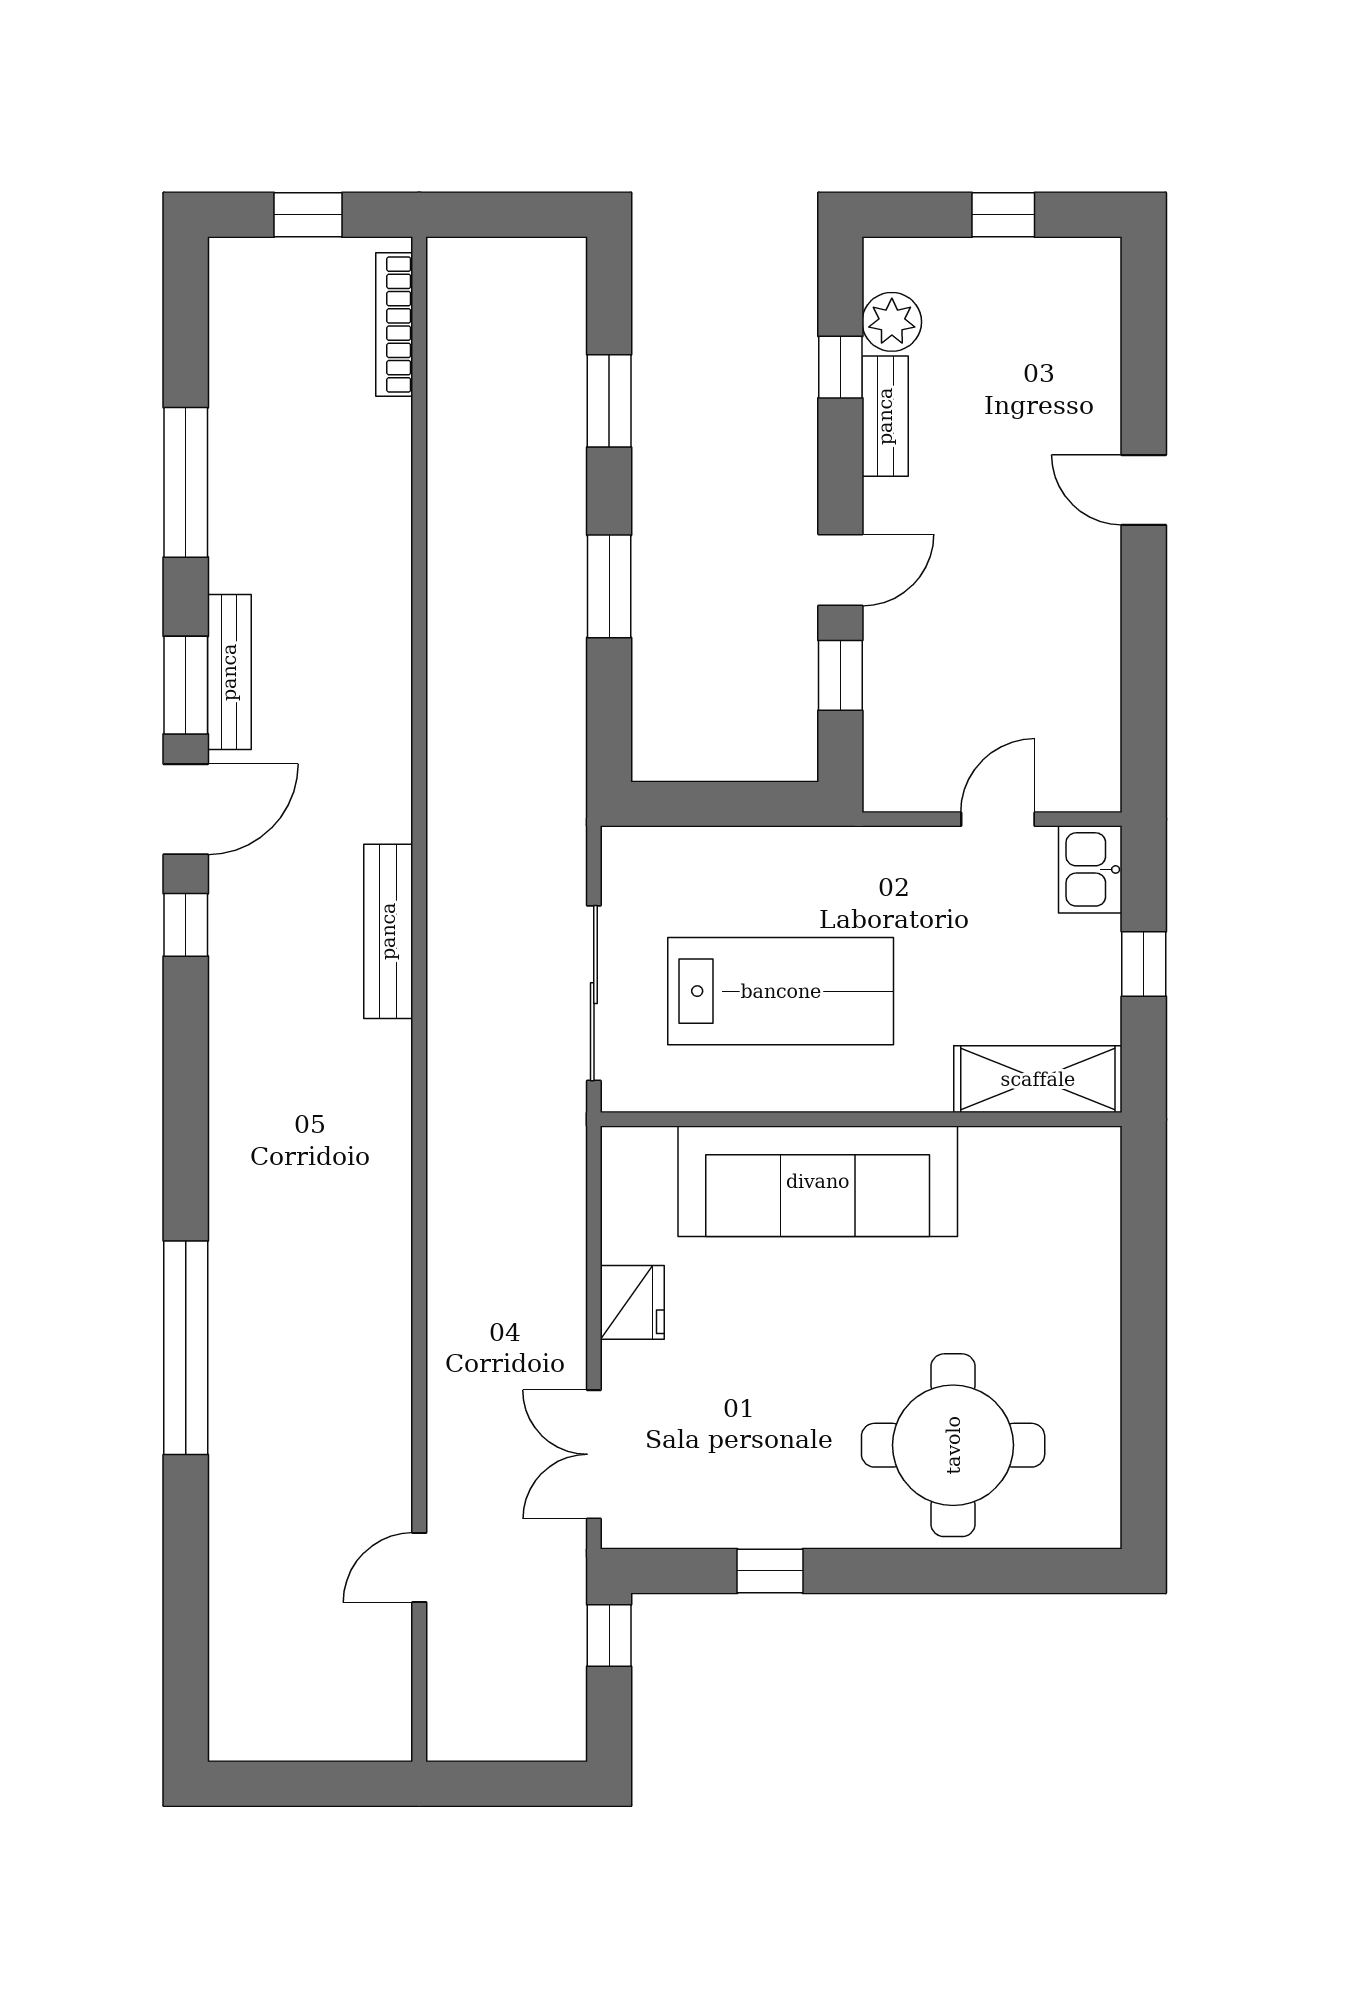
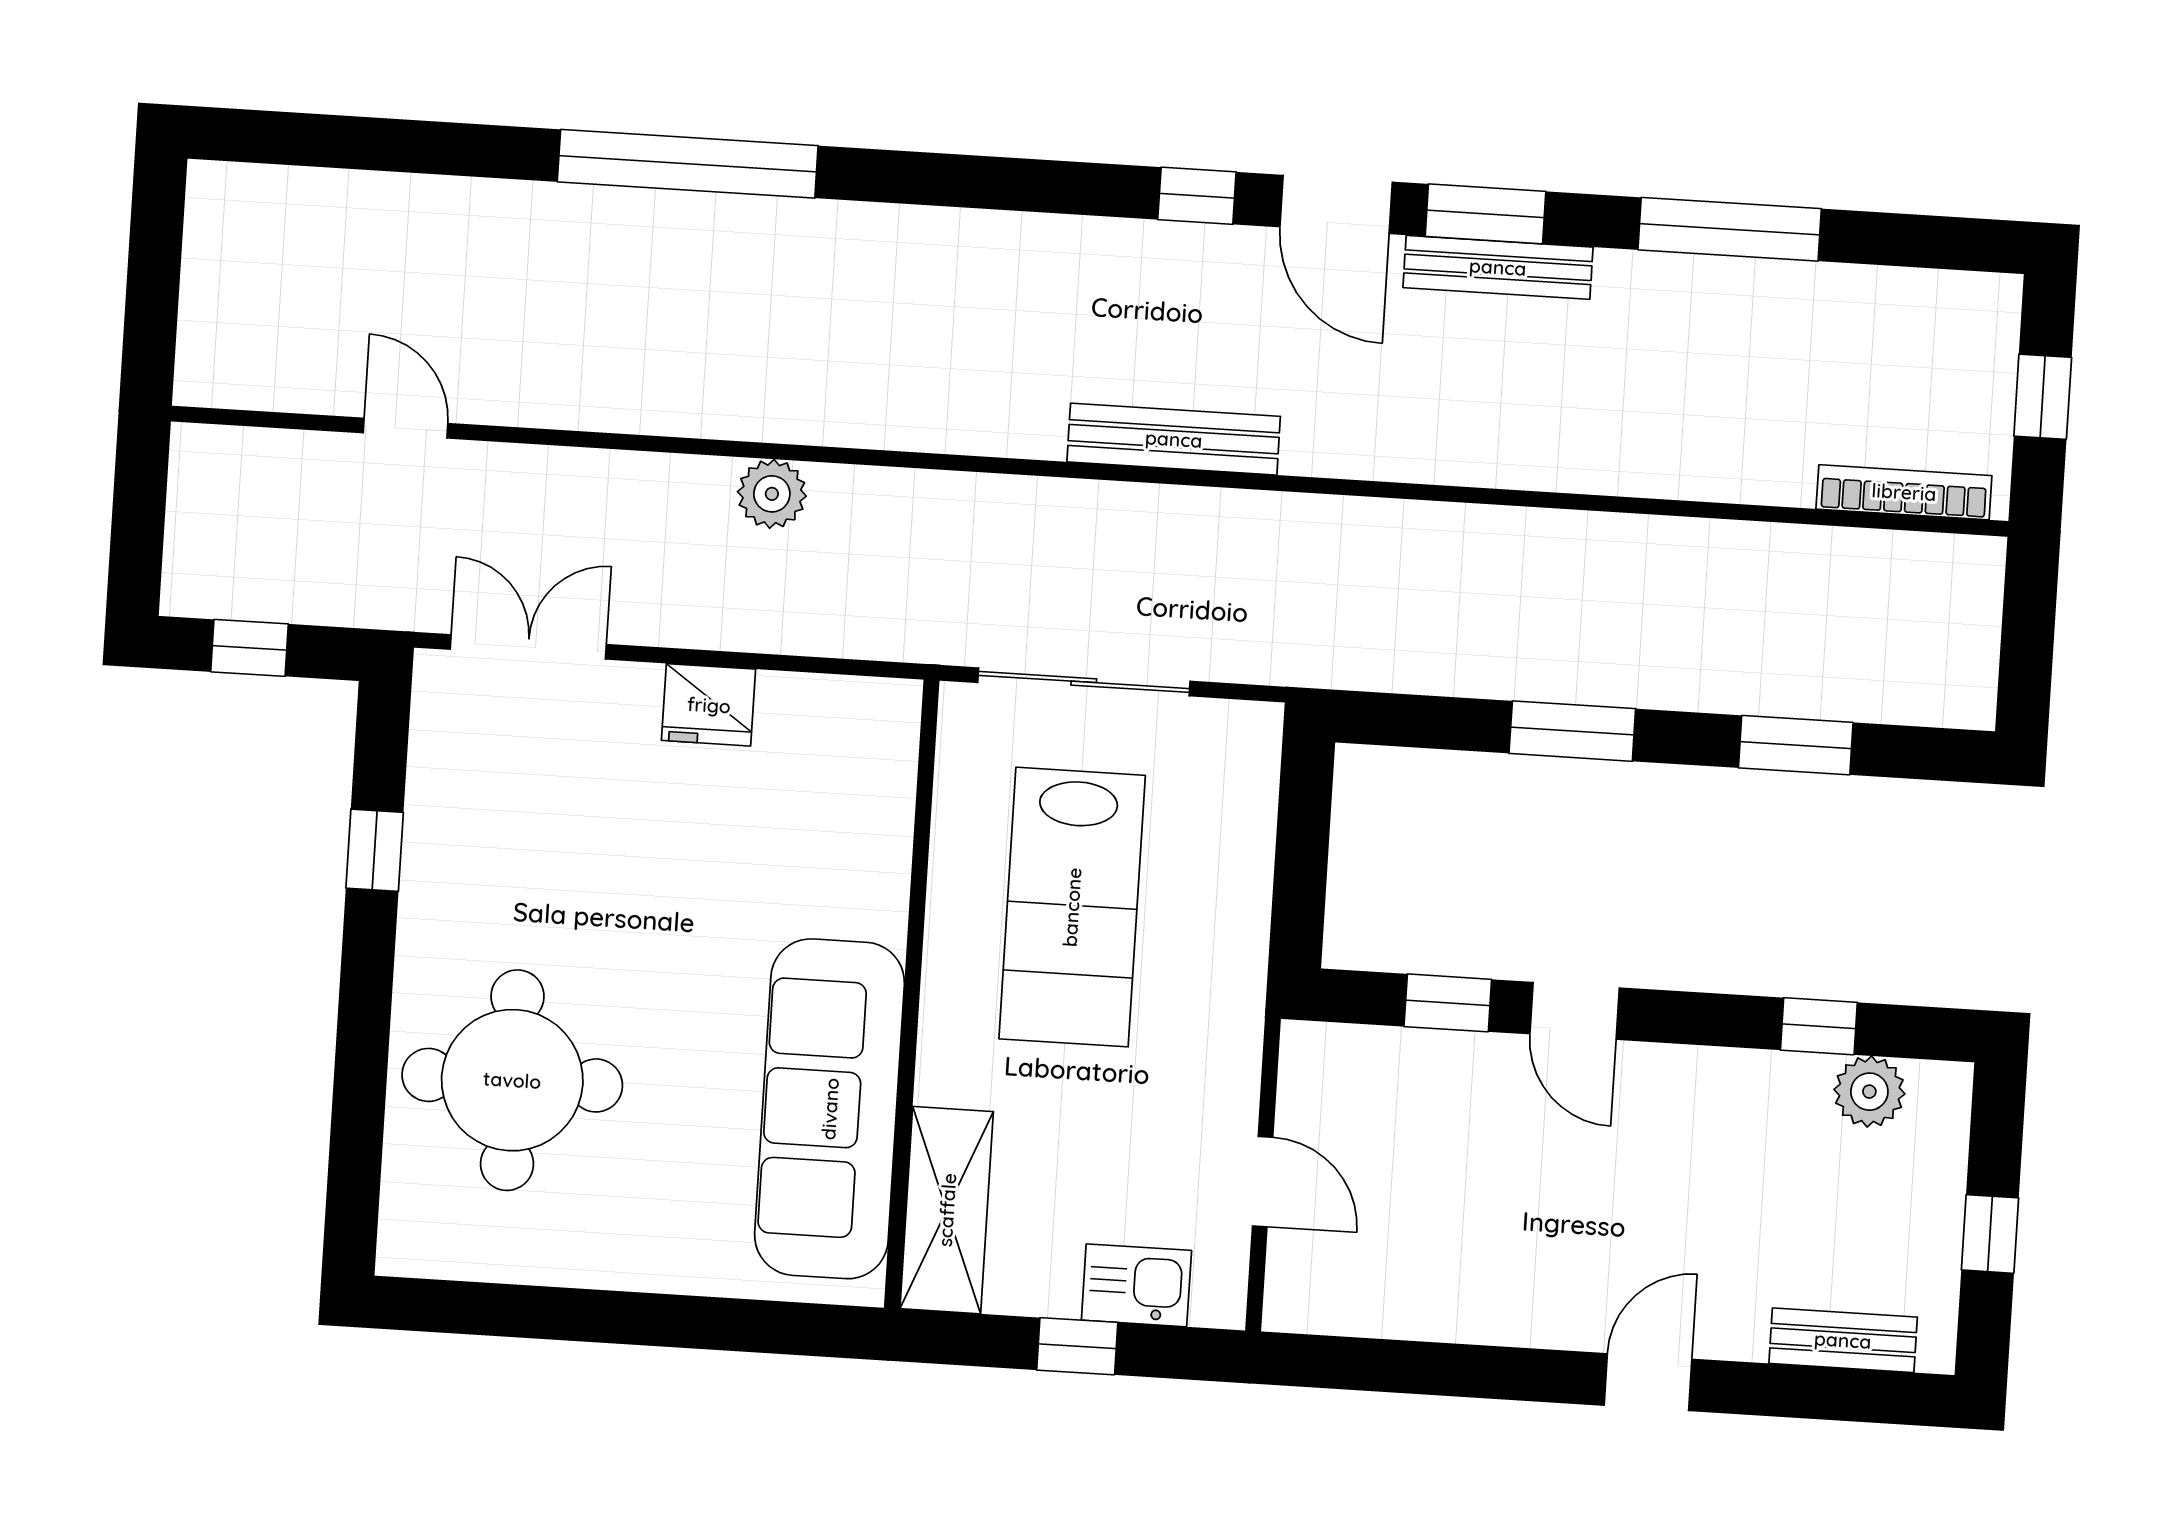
bench: (885, 416) -> (1843, 1340), moved
kitchen sink: (1090, 869) -> (1136, 1285), moved
sofa: (818, 1181) -> (830, 1109), moved
plant: (454, 1261) -> (772, 494), added
window: (609, 1636) -> (250, 648), moved

